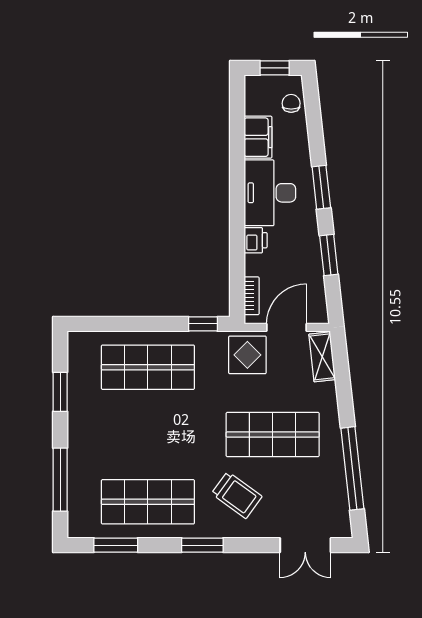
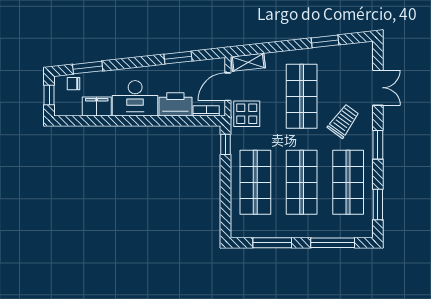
window: (321, 187) -> (88, 68), moved
printer: (256, 240) -> (175, 104), width x1.87, depth x1.48
door: (287, 327) -> (228, 87), hinge flipped
window: (60, 392) -> (272, 243), width x1.44
shop shelf: (148, 434) -> (302, 182), added
window: (352, 468) -> (325, 41), width x0.47
double door: (305, 545) -> (378, 88), moved

